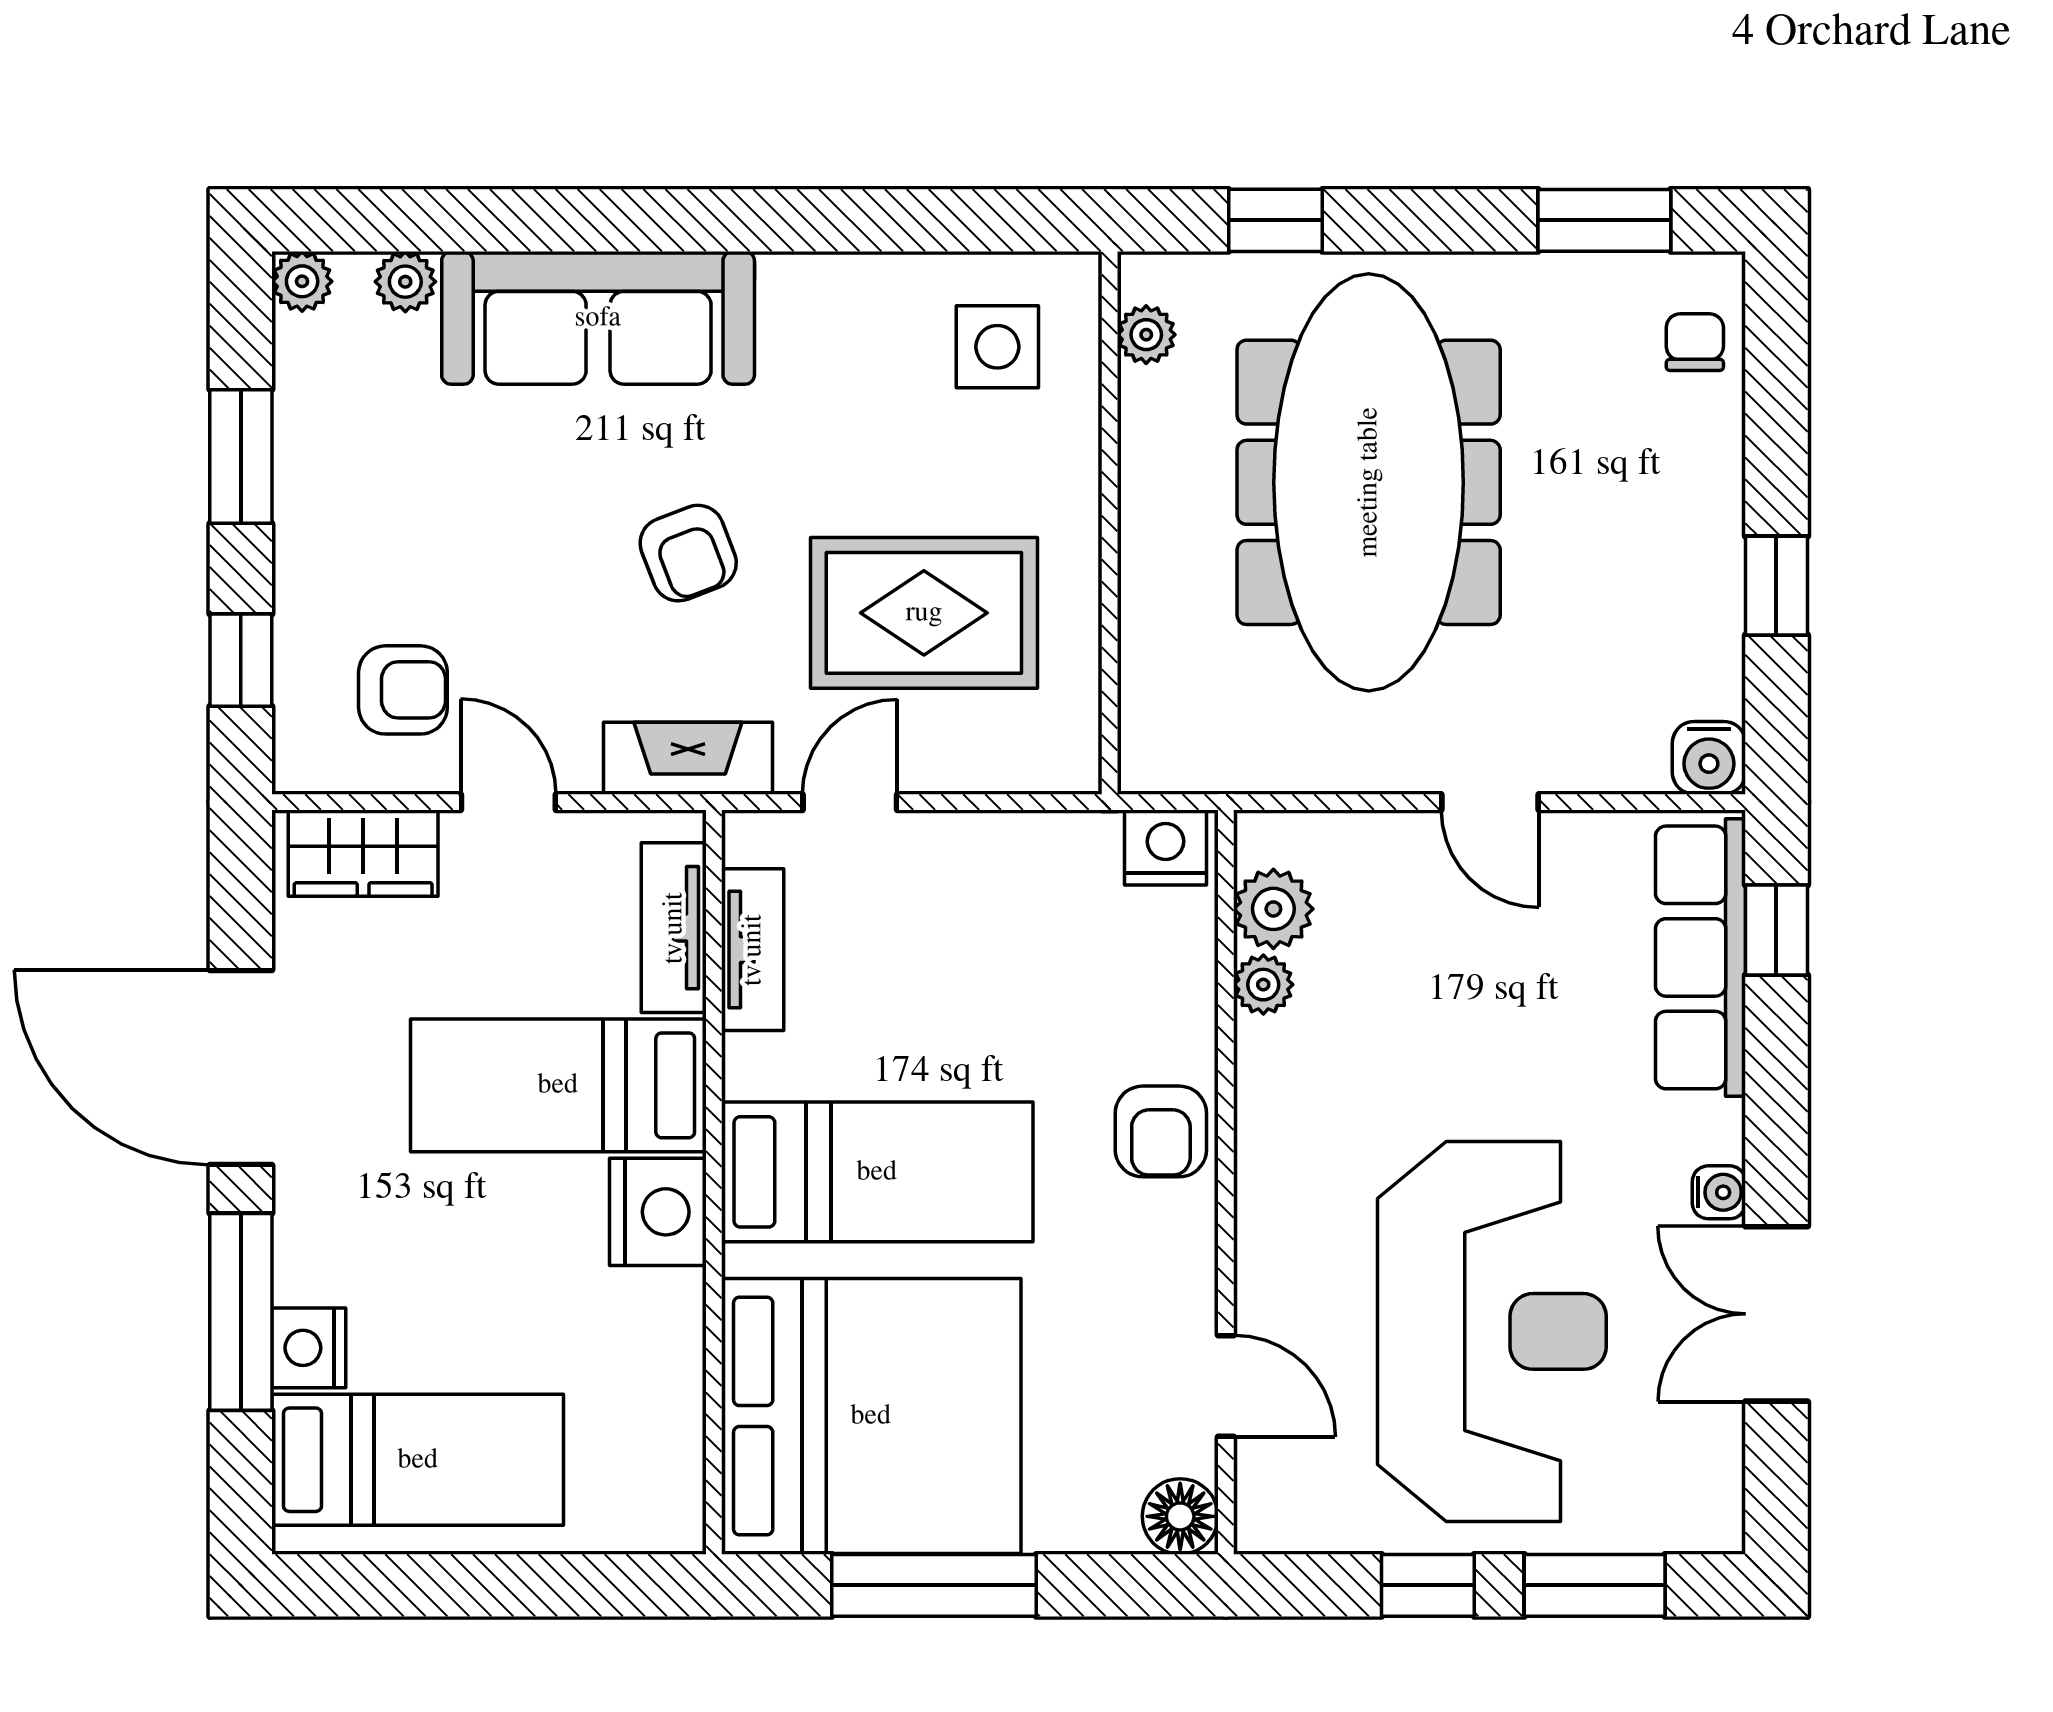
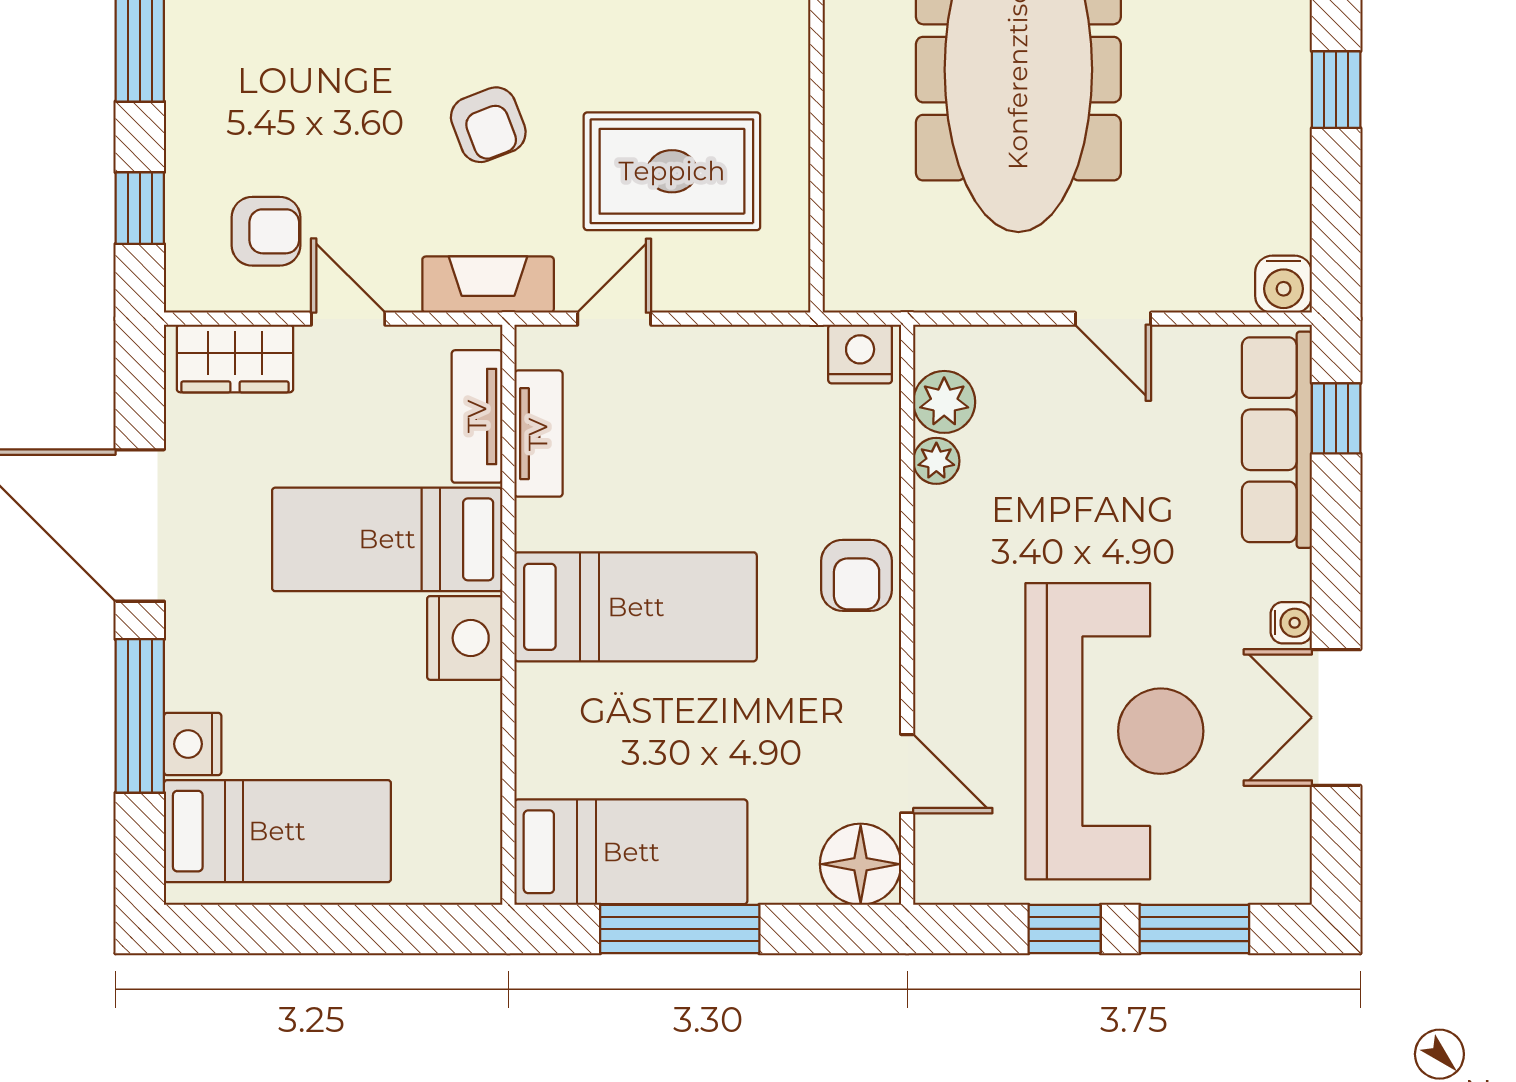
window: (1776, 586) -> (1336, 90), moved
bed: (871, 1416) -> (631, 852), width x0.49
floor lamp: (1180, 1516) -> (861, 864), width x1.38, depth x1.38

